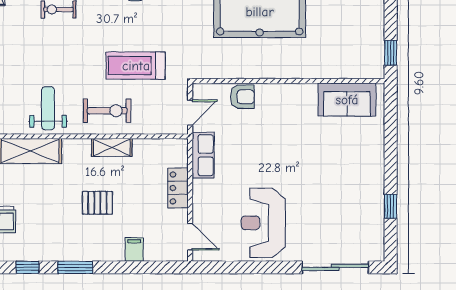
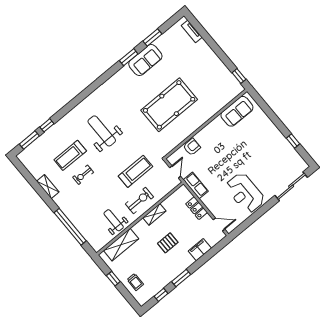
treadmill: (136, 66) -> (136, 171), turned 180
filing cabinet: (134, 250) -> (200, 250), width x2.00

